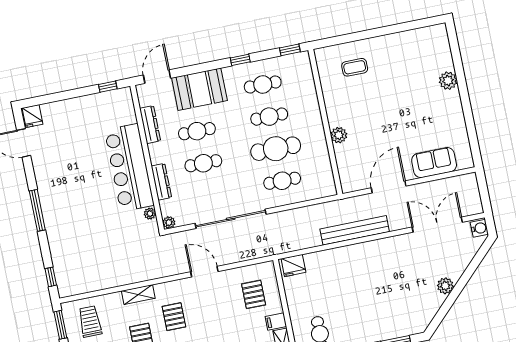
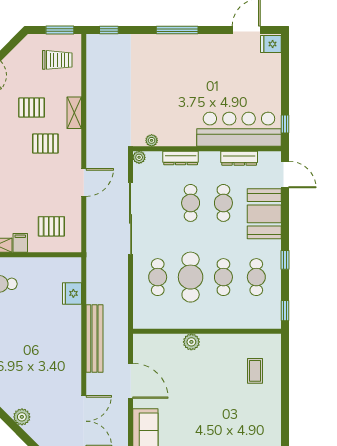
bar counter: (129, 168) -> (239, 129), moved
fridge: (293, 265) -> (72, 293), moved

